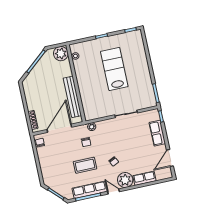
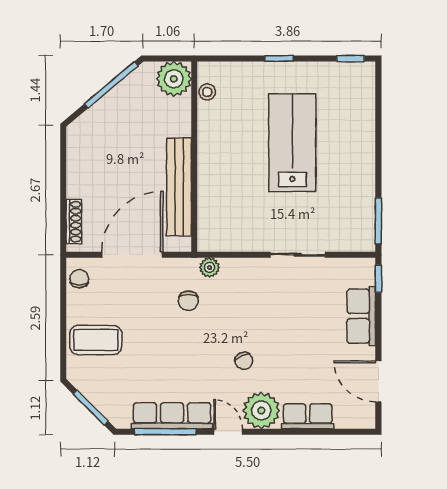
door: (170, 158) -> (378, 381), hinge flipped
coffee table: (85, 165) -> (96, 340), moved

